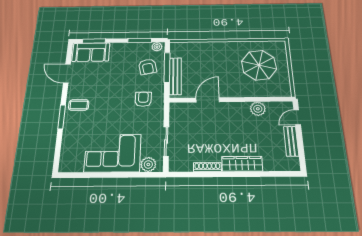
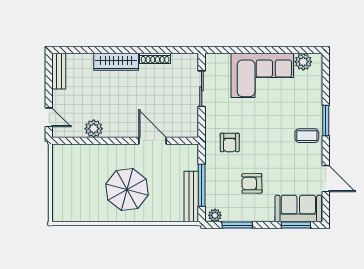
parasol: (259, 65) -> (127, 190), moved
armchair: (148, 67) -> (252, 183), moved, turned -79
bench: (175, 76) -> (191, 196), moved
door: (208, 100) -> (153, 141), swing flipped
door: (297, 117) -> (49, 117), hinge flipped
bench: (291, 141) -> (59, 71), moved
plant: (148, 164) -> (303, 62), moved

